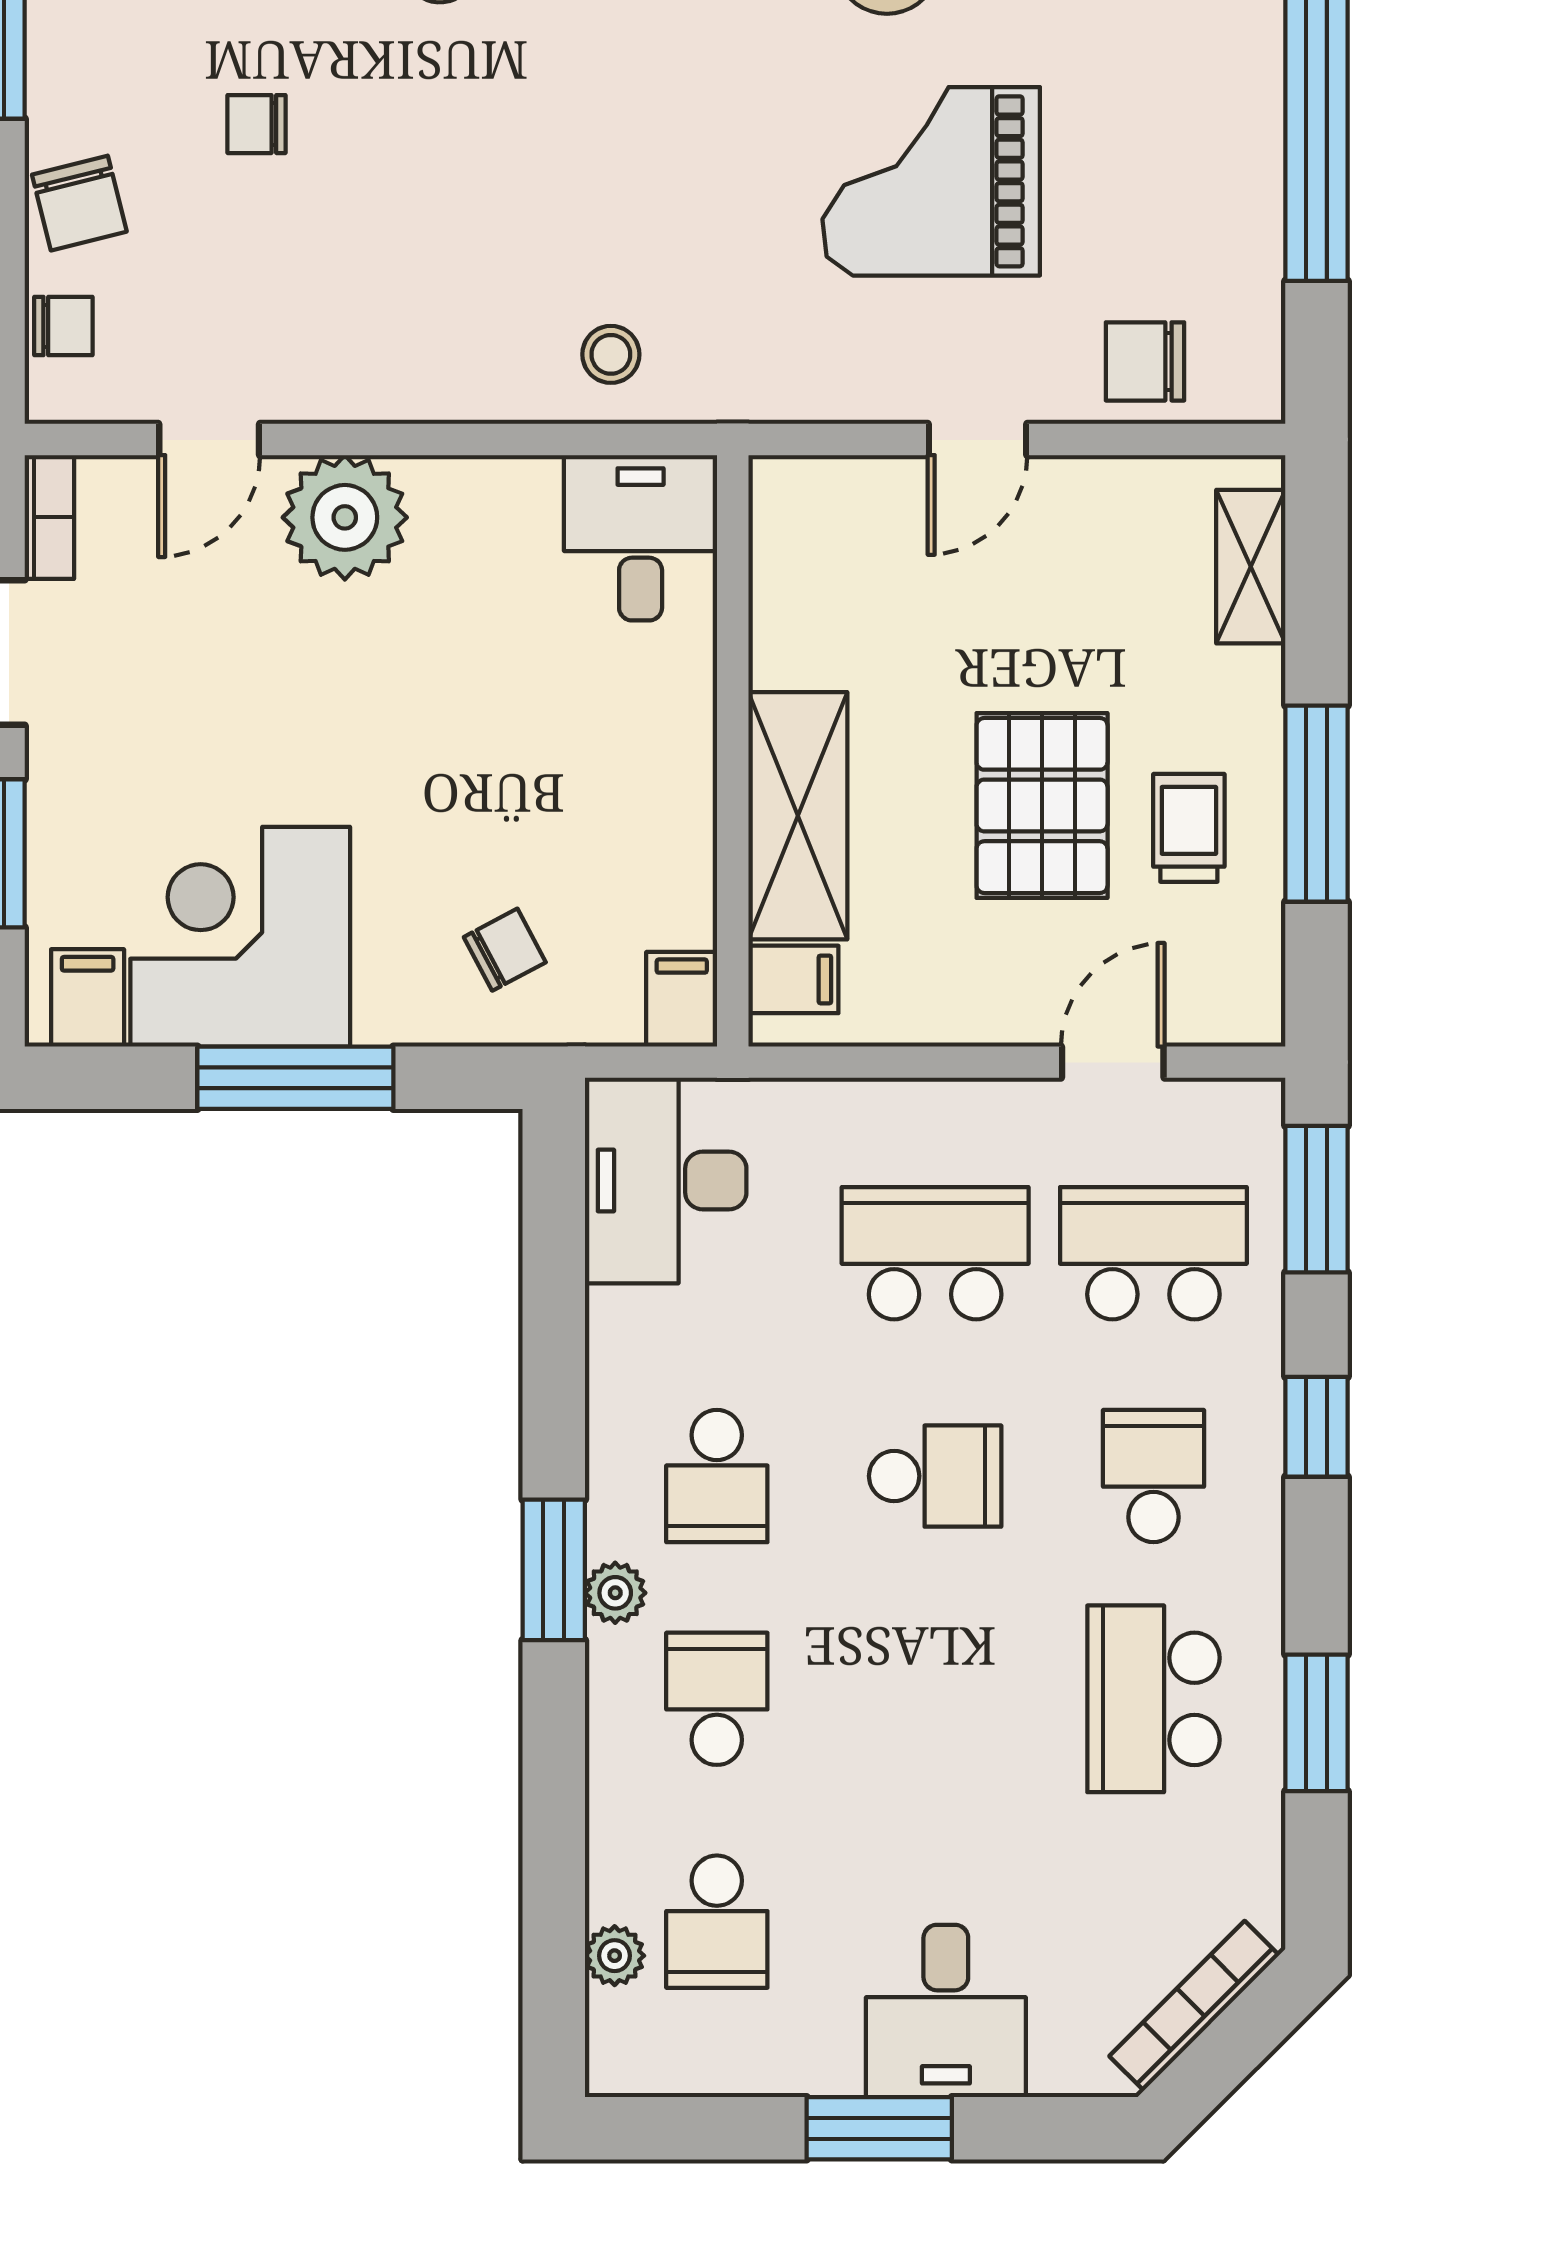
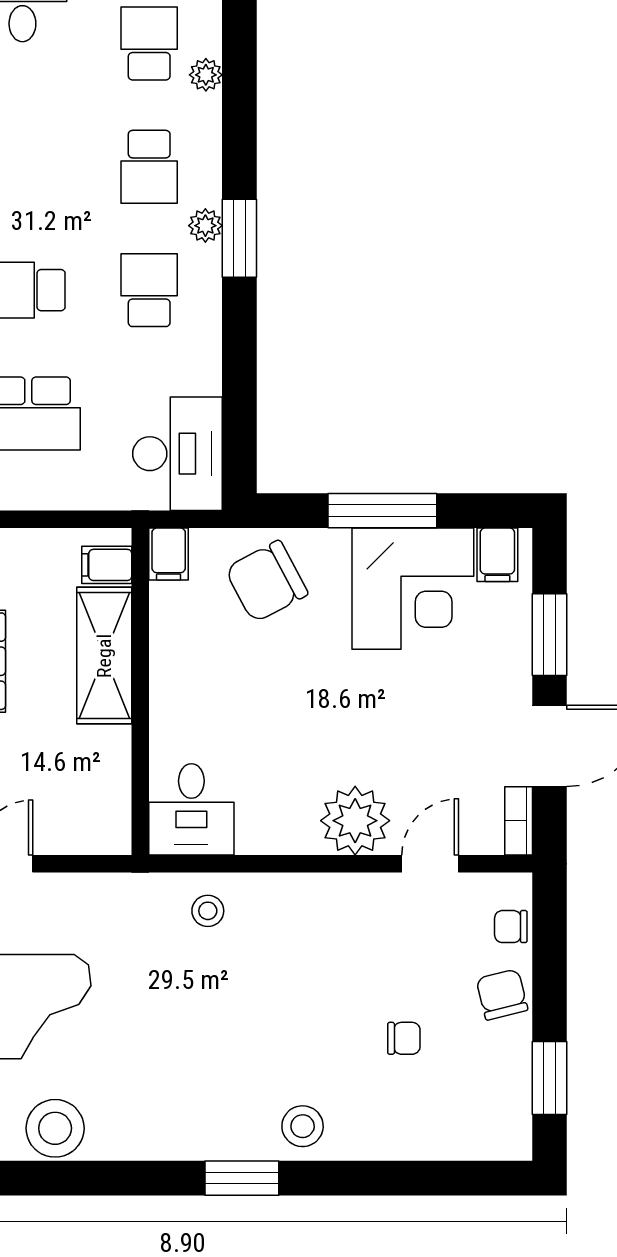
chair: (505, 950) -> (266, 581), width x1.87, depth x1.87
plant: (615, 1956) -> (206, 75), moved

